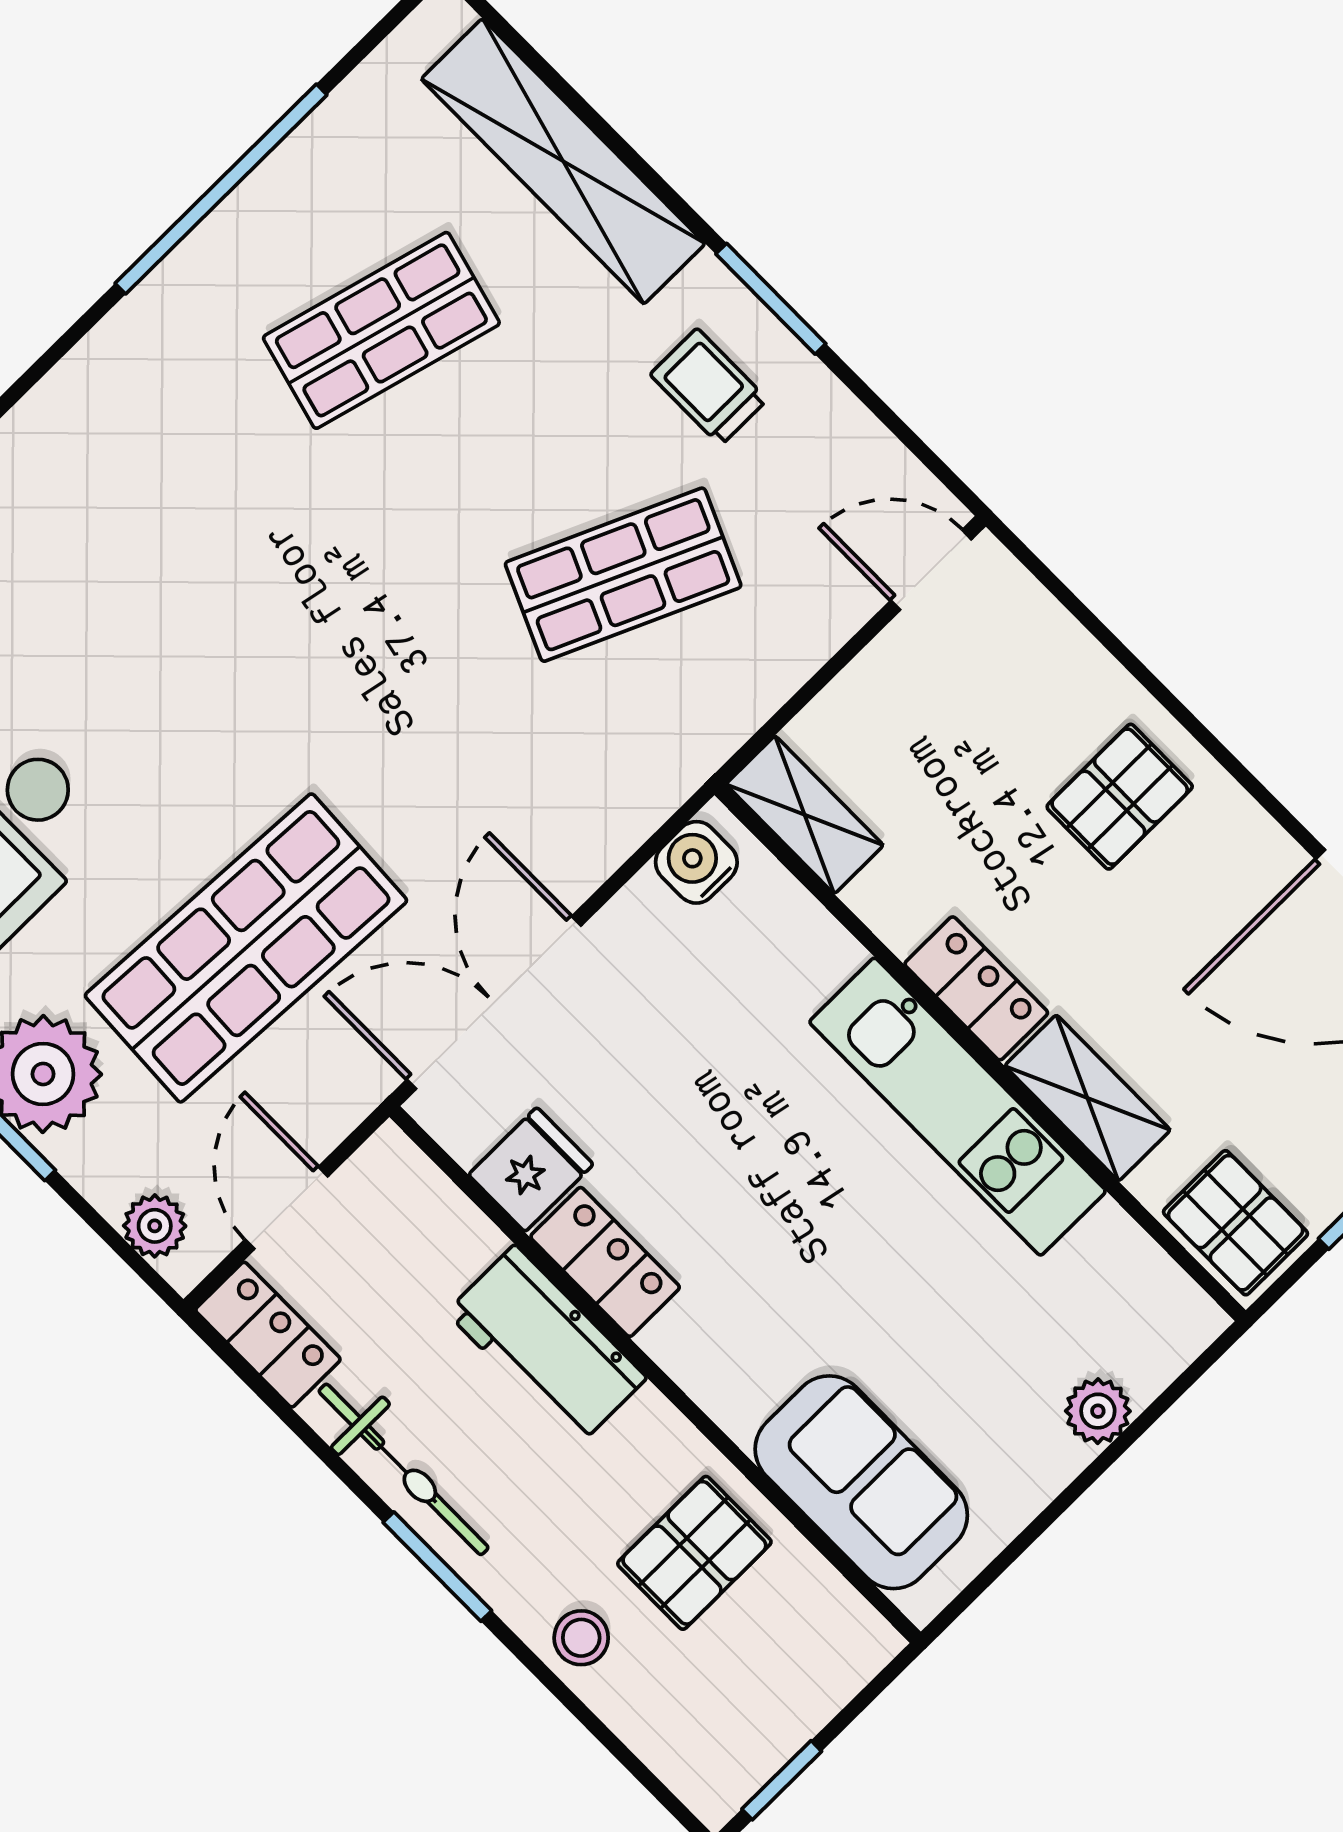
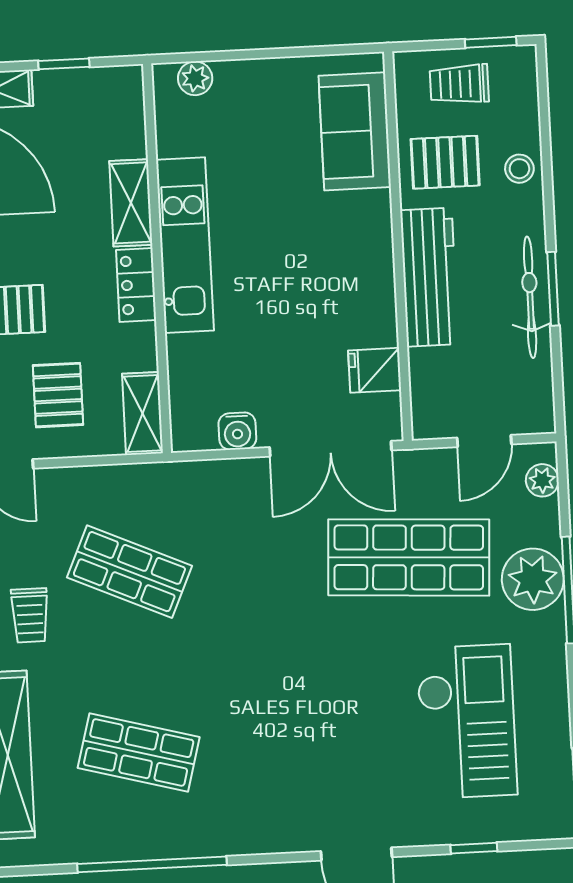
water cooler: (696, 862) -> (237, 431), moved
pallet: (1236, 1223) -> (58, 395), moved
locker: (605, 1262) -> (378, 308), removed
locker: (268, 1335) -> (536, 398), removed
workbench: (547, 1345) -> (429, 277), width x1.37
plant: (1098, 1411) -> (195, 78), moved
window: (437, 1567) -> (553, 289), moved
trolley: (773, 1681) -> (459, 84), added

